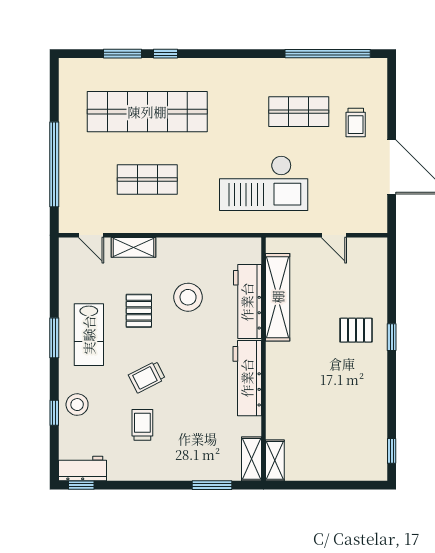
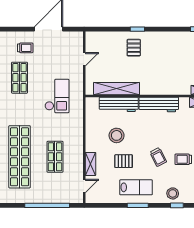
checkout: (264, 183) -> (57, 96), width x0.73, depth x0.83

